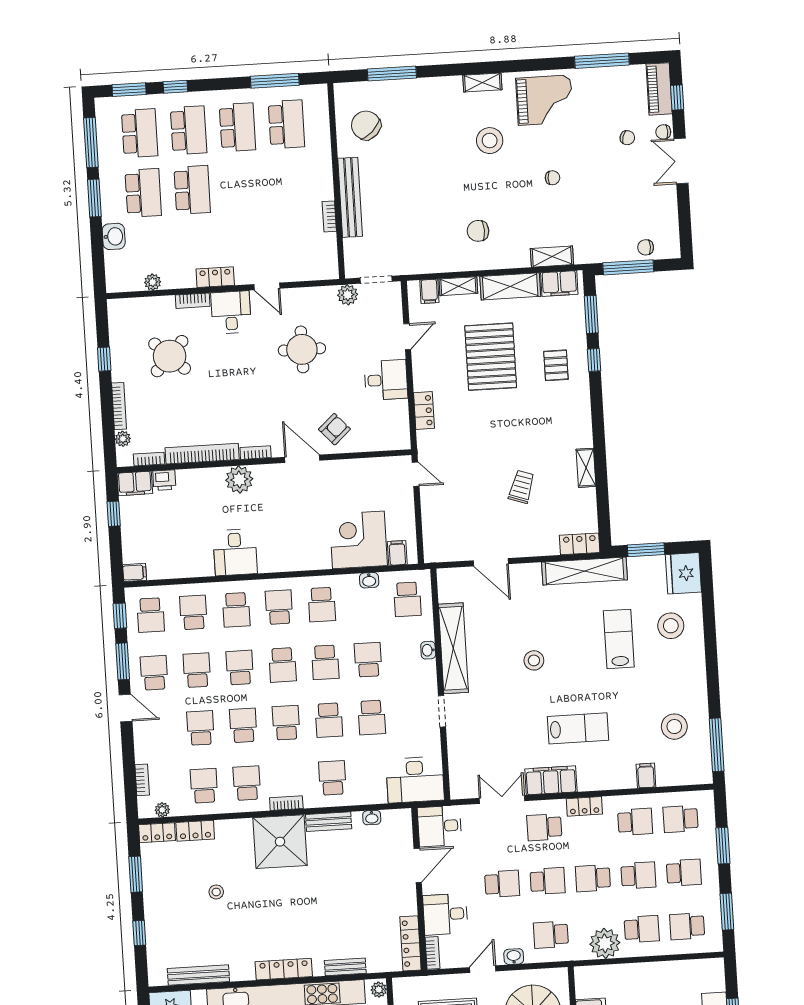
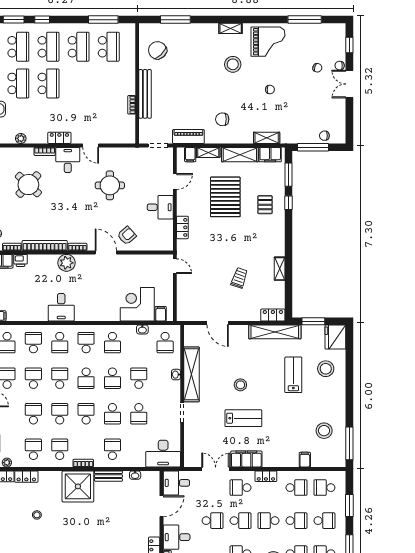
piano: (659, 89) -> (188, 137), moved, turned 90
plant: (348, 295) -> (140, 154), removed
lab bench: (578, 728) -> (243, 418), moved

